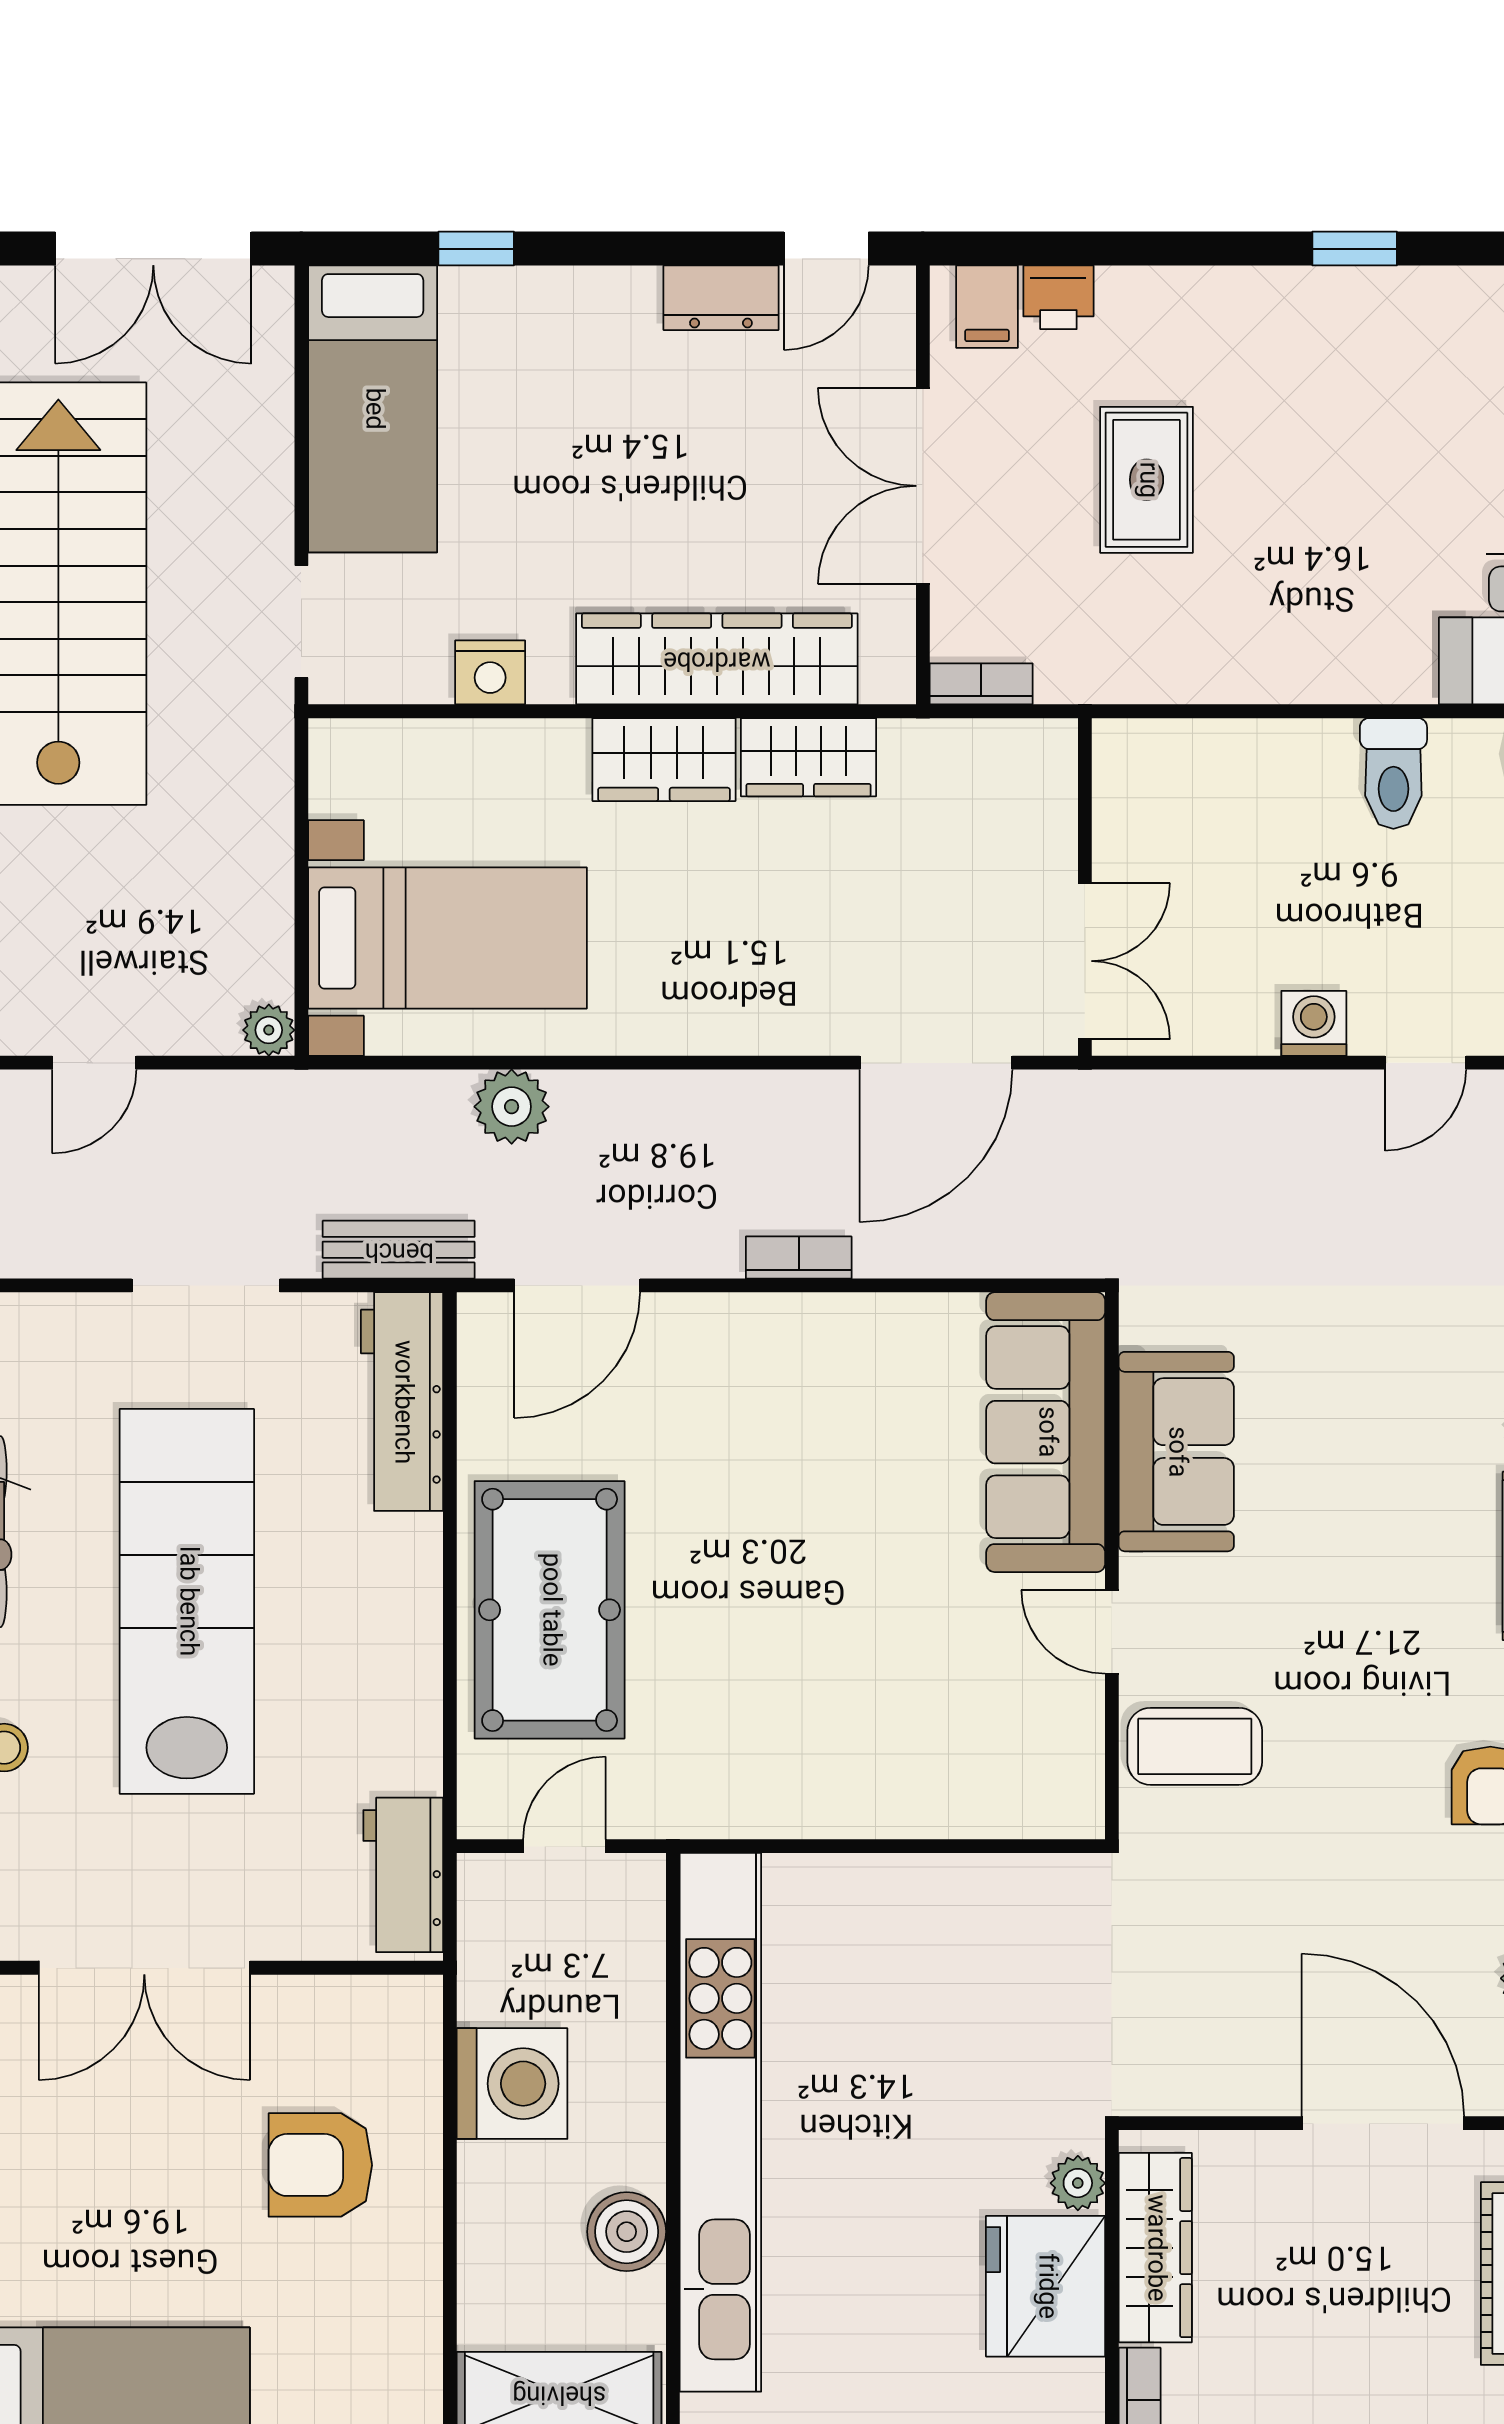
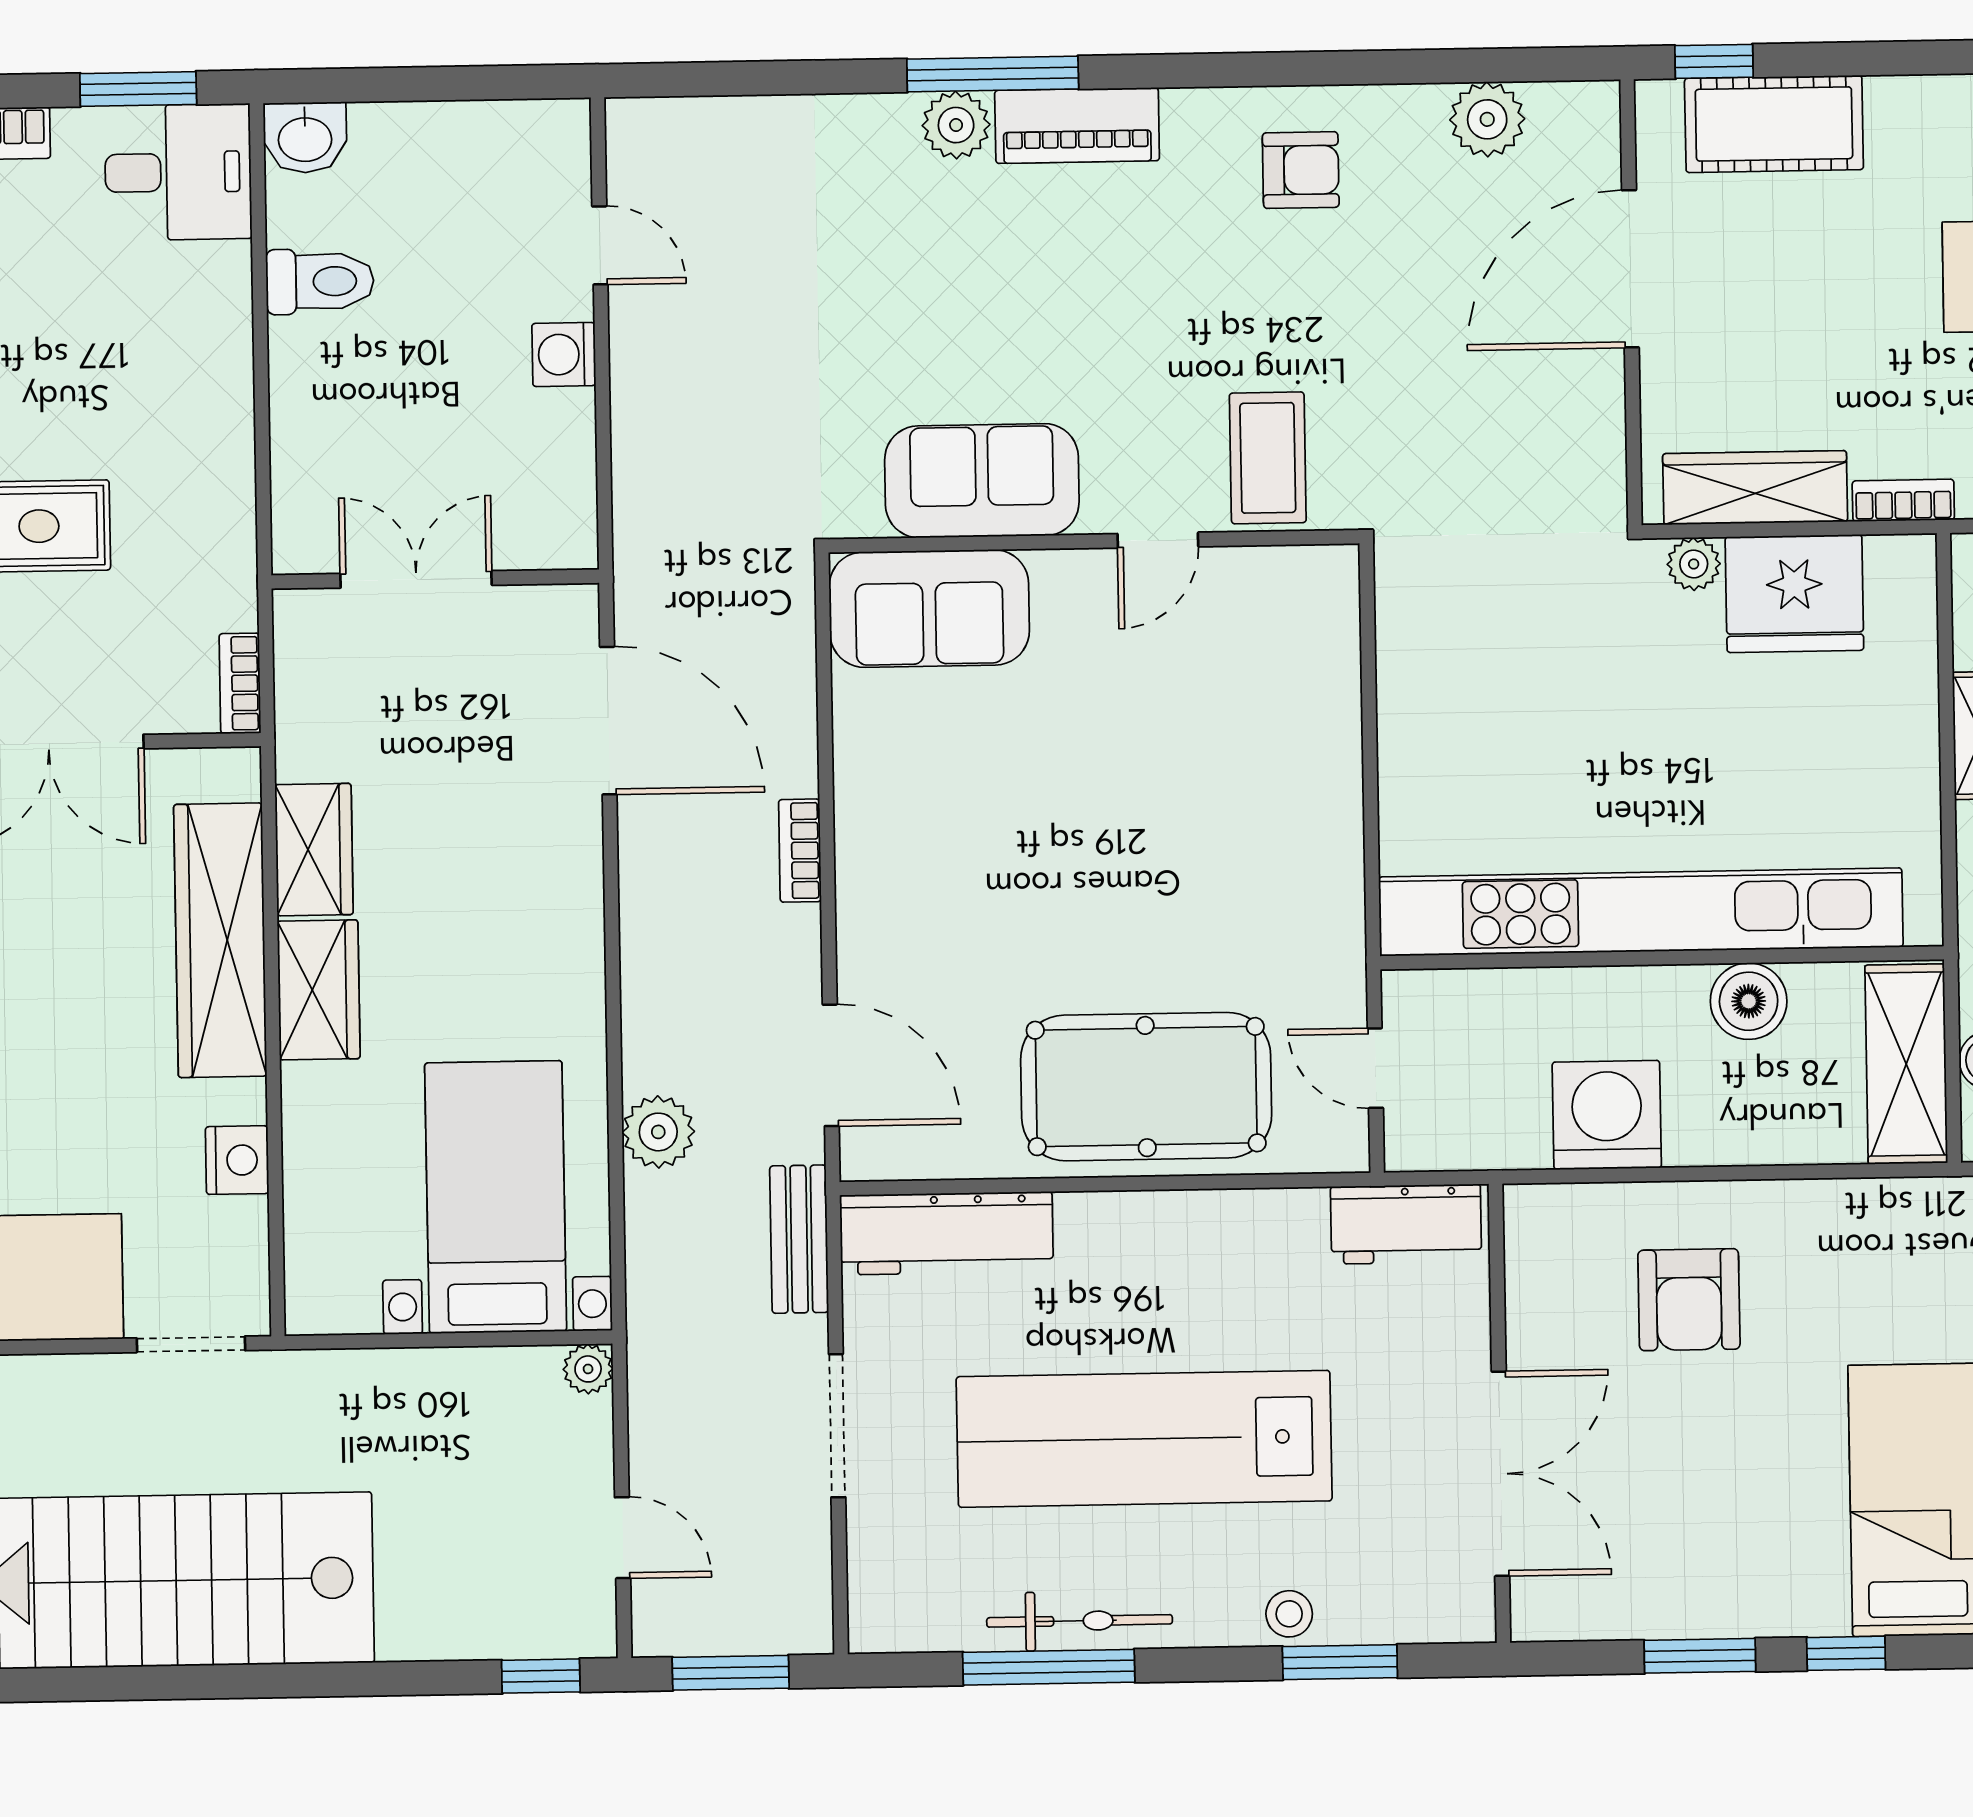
double door: (1085, 961) -> (416, 579), moved
sofa: (1046, 1432) -> (929, 608), width x0.73

